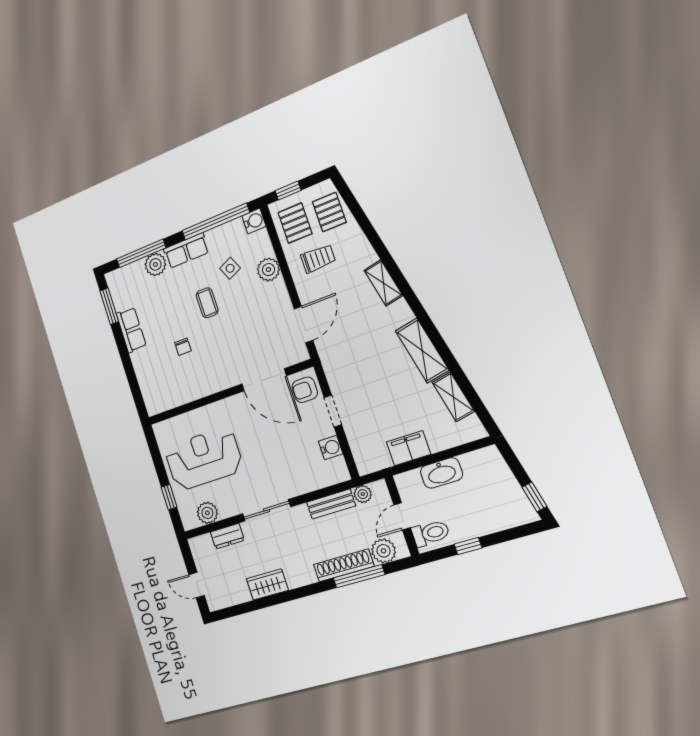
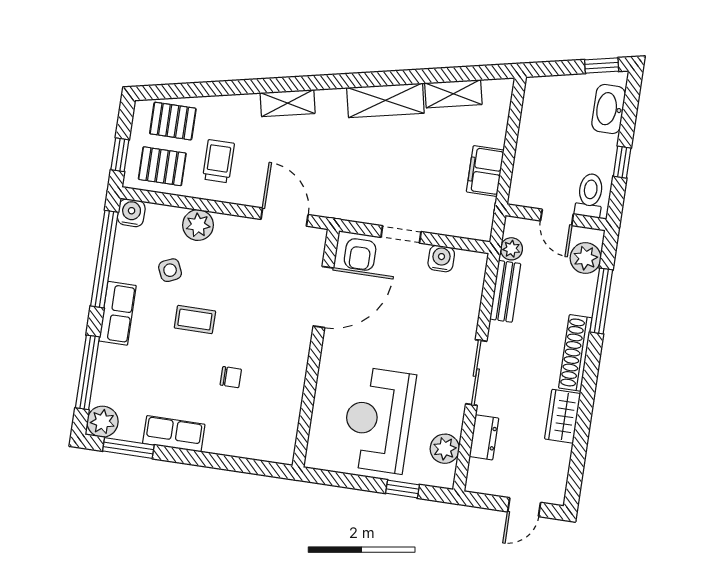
plant: (155, 264) -> (102, 422), moved
washbasin: (441, 473) -> (609, 109), moved, turned 180
shoe rack: (344, 565) -> (575, 353), moved

